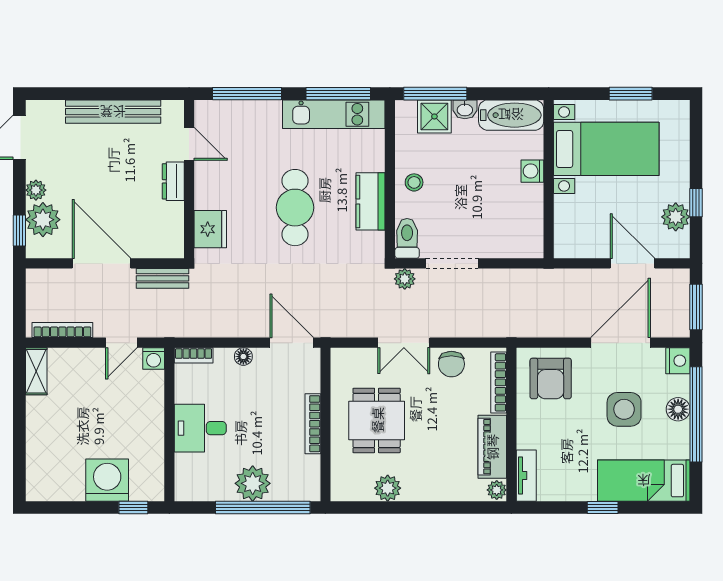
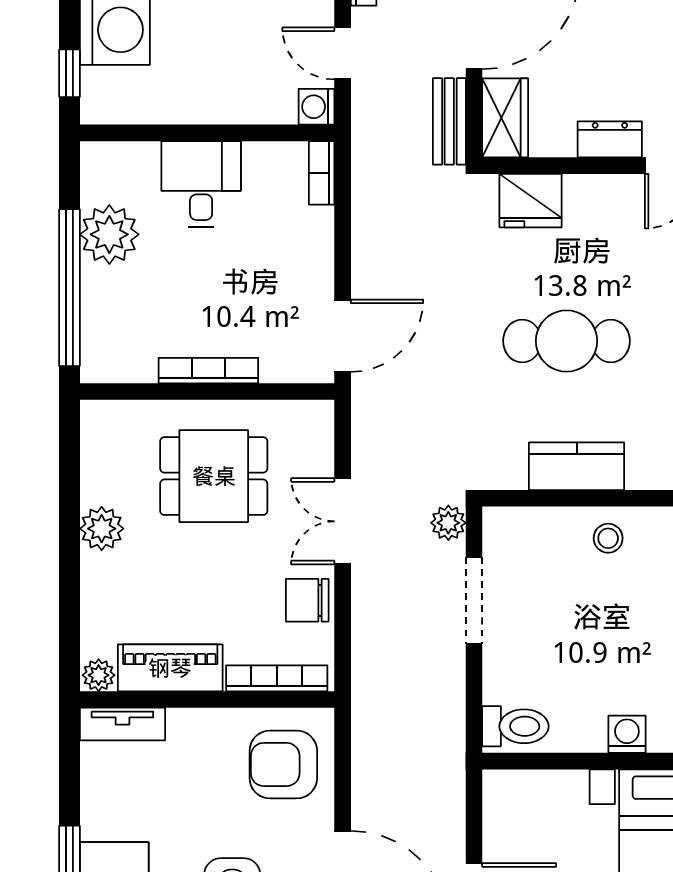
toilet: (407, 238) -> (515, 726), moved
wardrobe: (160, 245) -> (505, 118), added
floor lamp: (243, 357) -> (320, 255), removed
plant: (253, 483) -> (109, 234), moved
plant: (388, 488) -> (102, 529), moved

